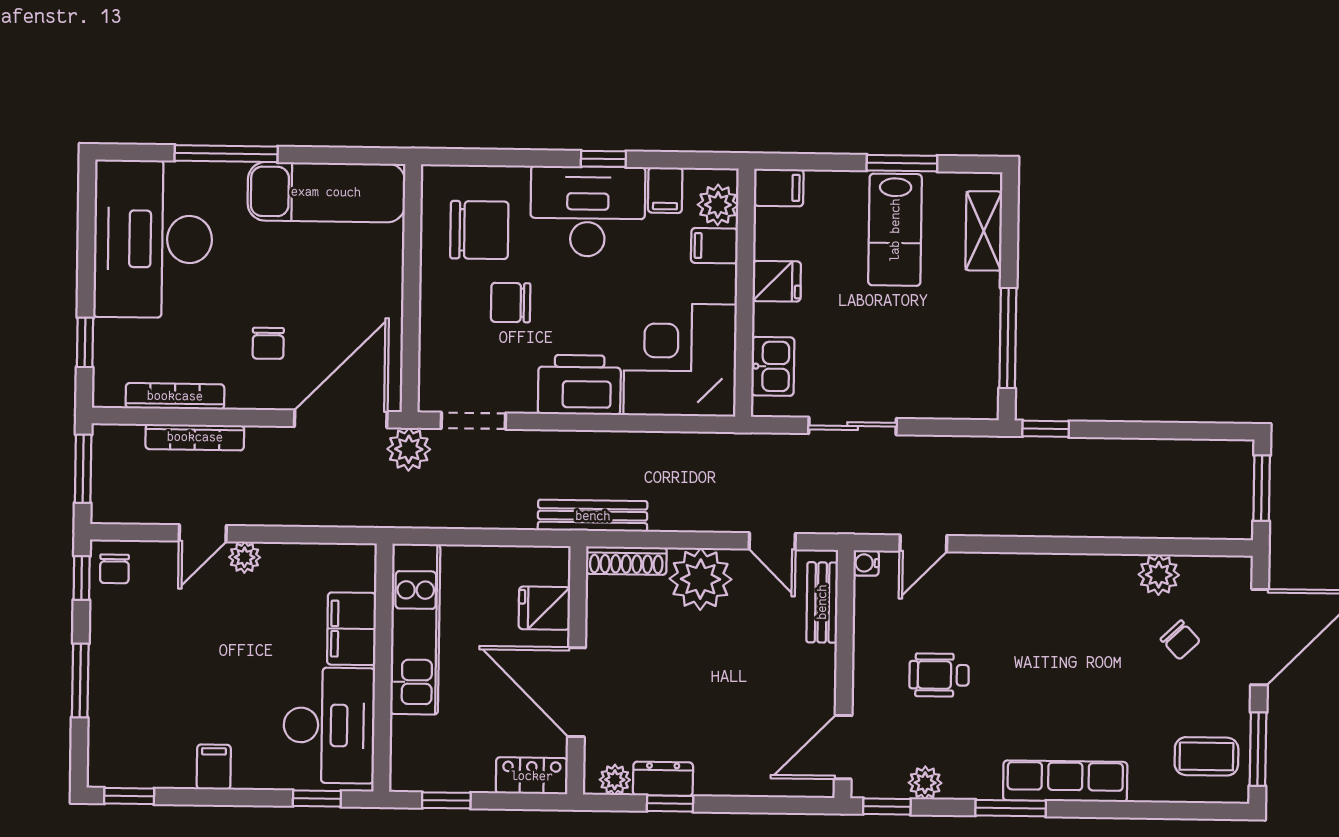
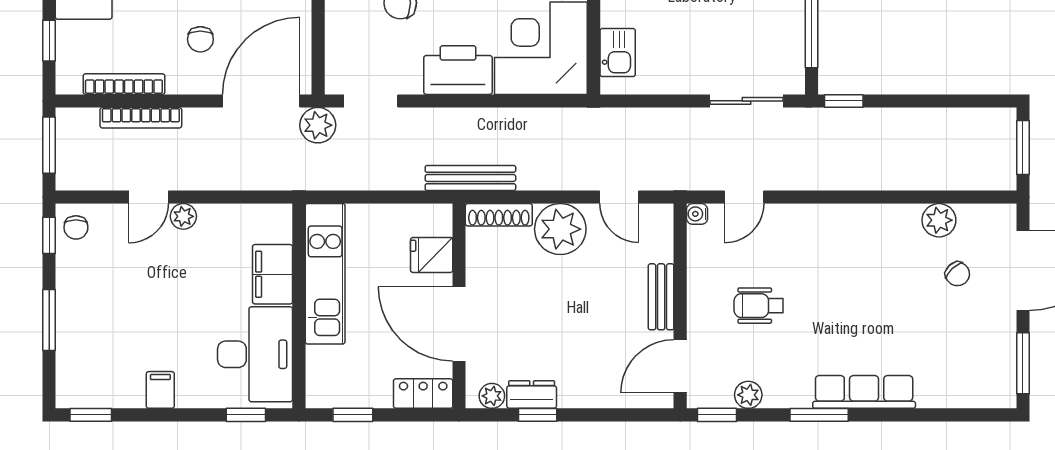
sliding door: (853, 426) -> (747, 101), moved
bench: (822, 602) -> (661, 297), moved
coffee table: (1206, 756) -> (980, 370), removed

